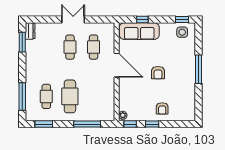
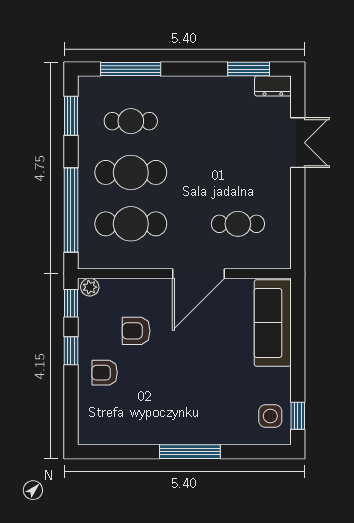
double door: (73, 19) -> (298, 143), moved
window: (142, 19) -> (298, 330), removed
cafe table: (70, 47) -> (131, 224), moved, width x1.37, depth x1.35
armchair: (158, 73) -> (136, 331), moved
window: (87, 124) -> (71, 210), width x1.46

